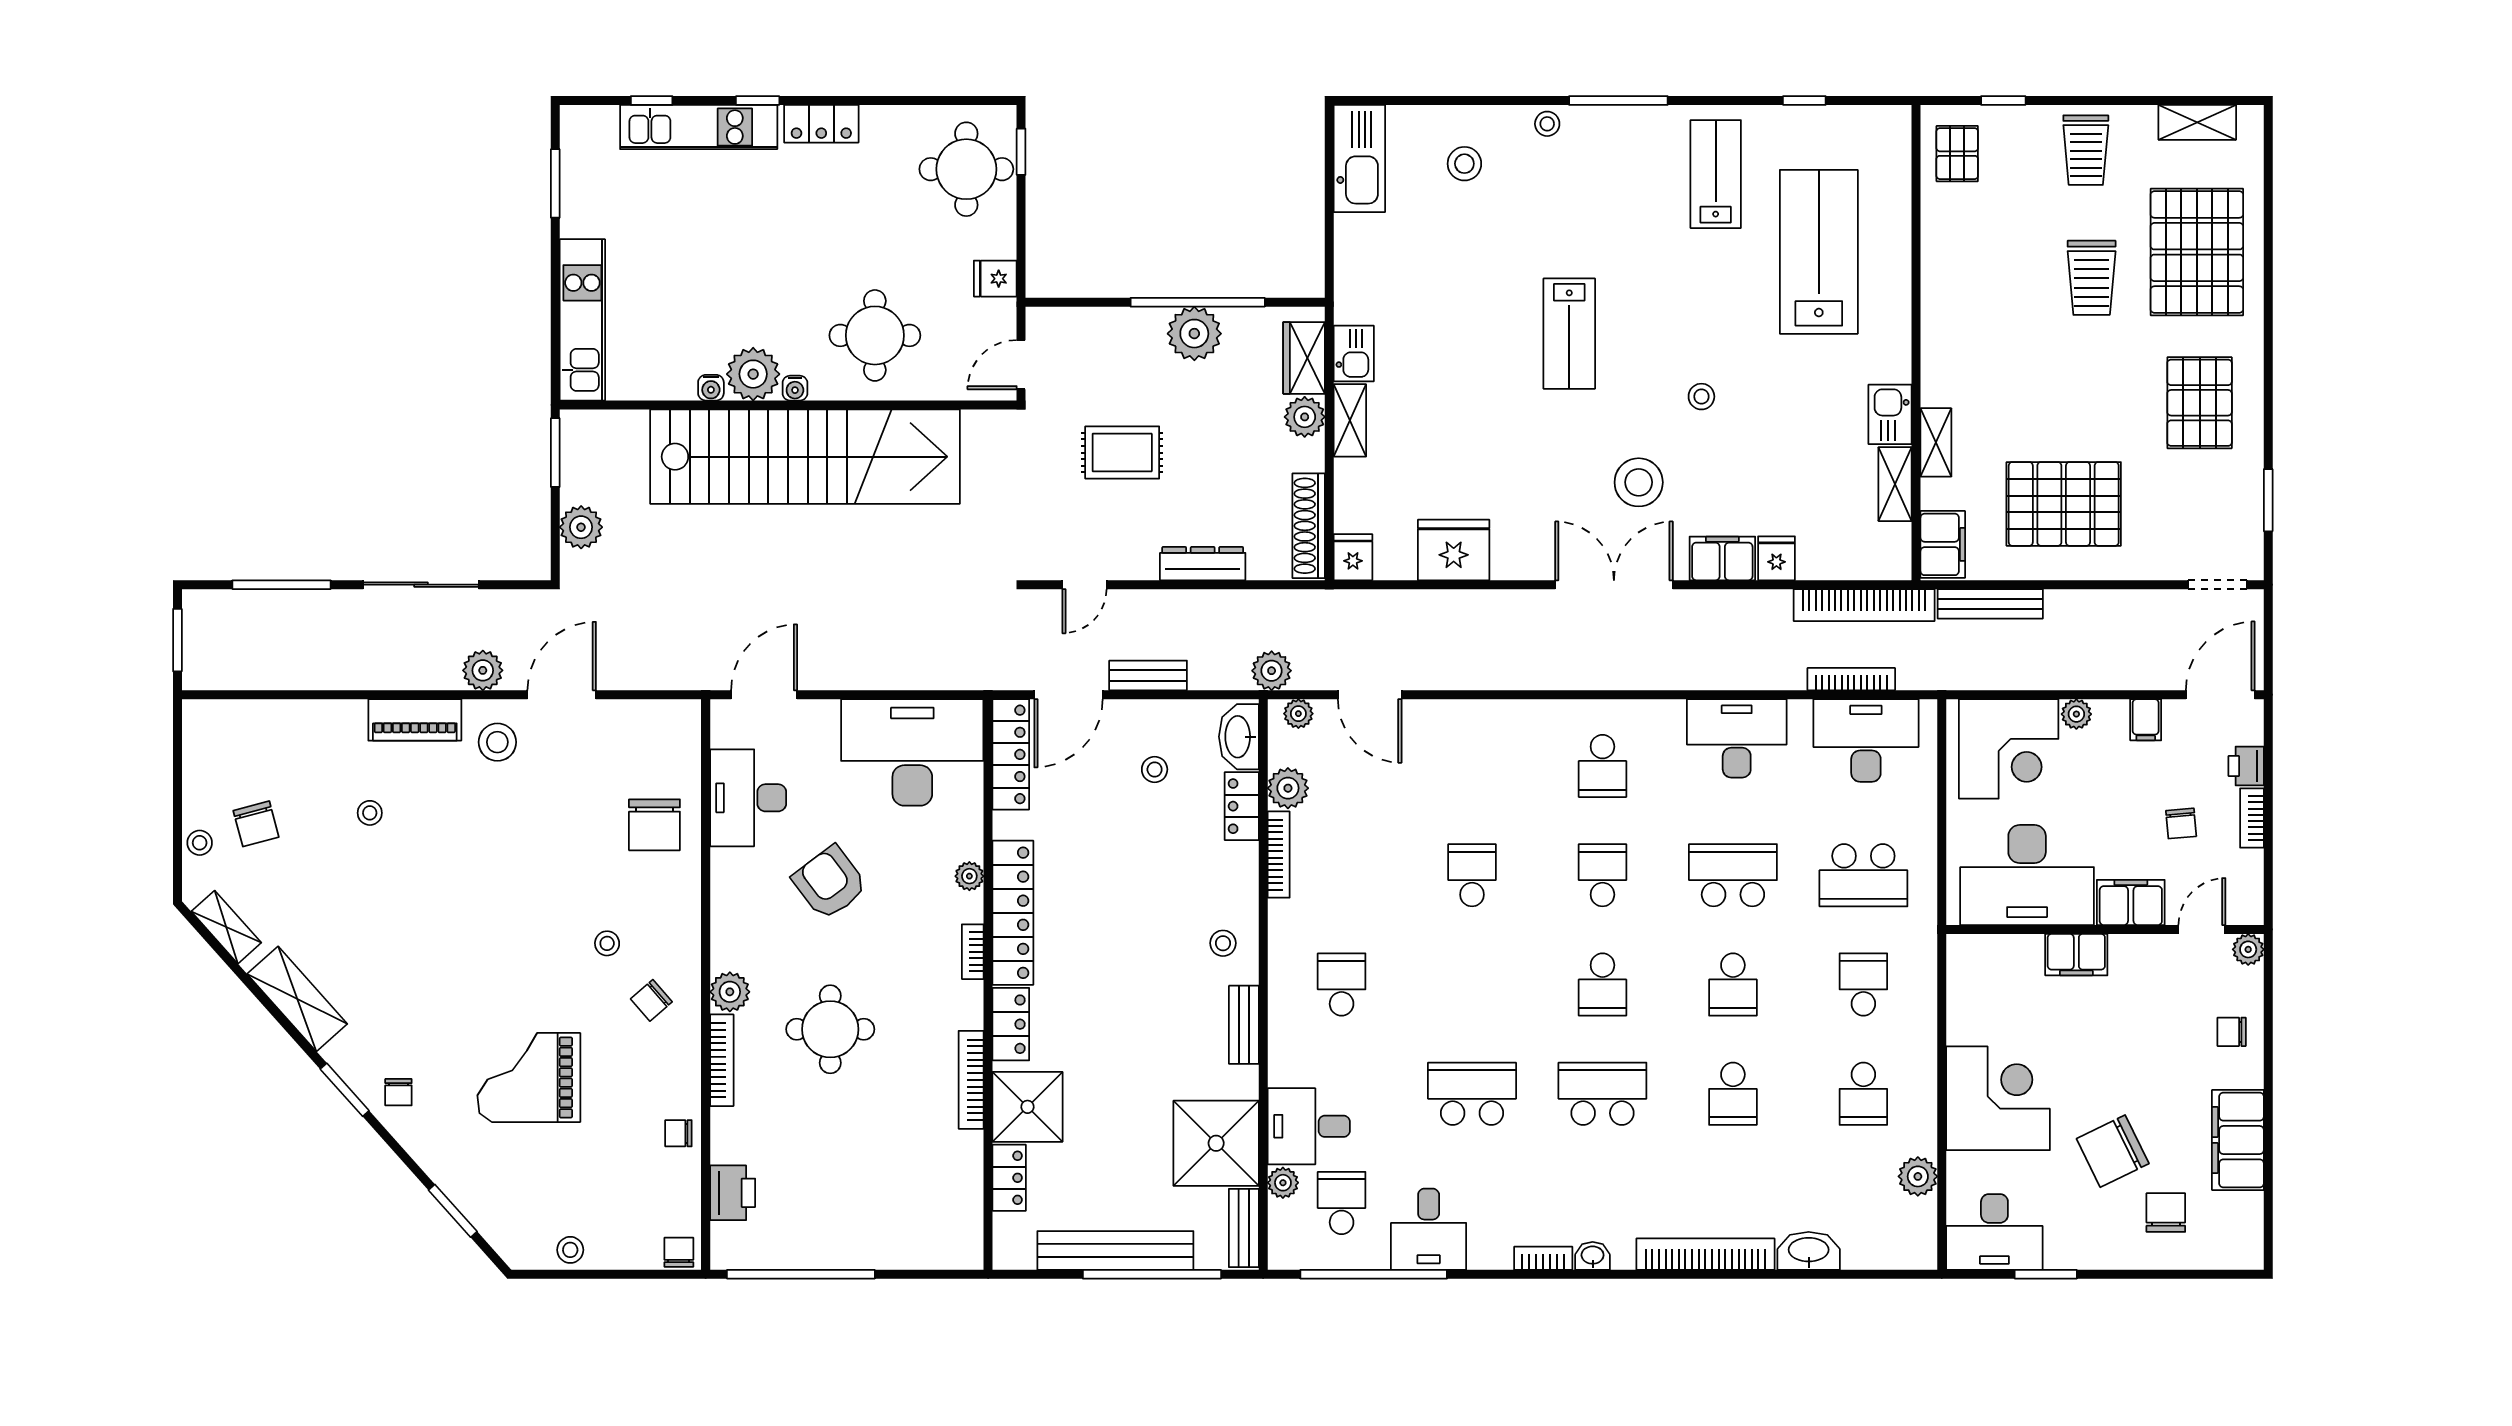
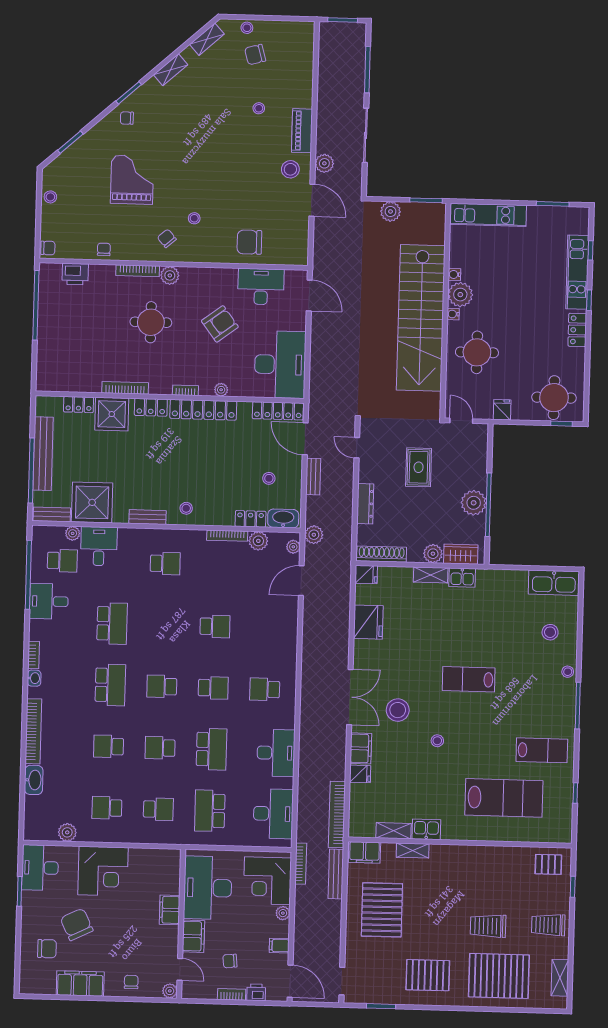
bookcase: (1851, 679) -> (301, 864), moved
shelving: (297, 999) -> (171, 70), width x0.67, depth x0.75

